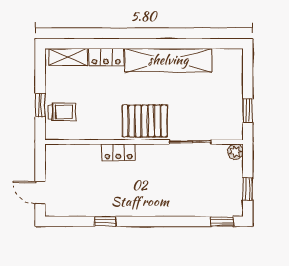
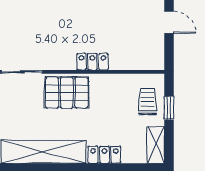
shelving: (68, 57) -> (156, 145), moved, turned 90
trolley: (62, 112) -> (148, 101), turned 90

